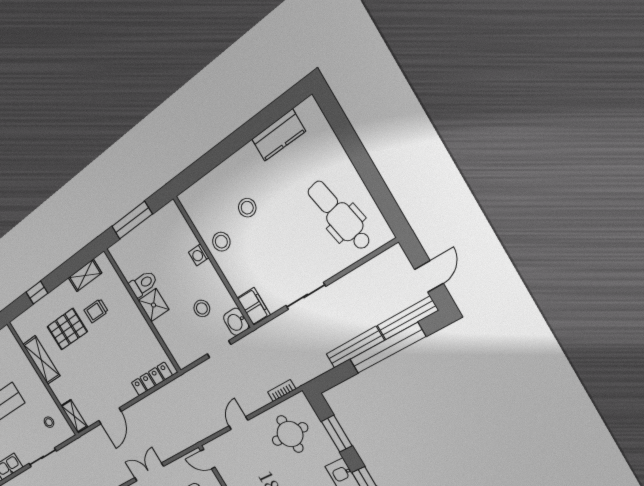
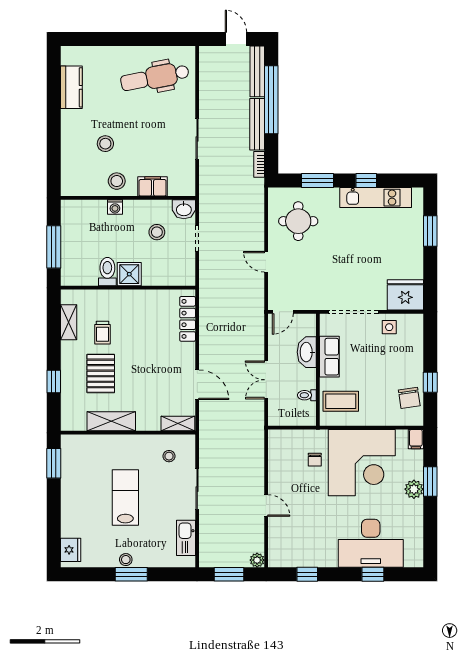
filing cabinet: (254, 307) -> (153, 186), moved
bookcase: (282, 391) -> (259, 164), moved

